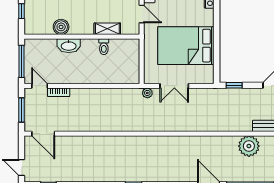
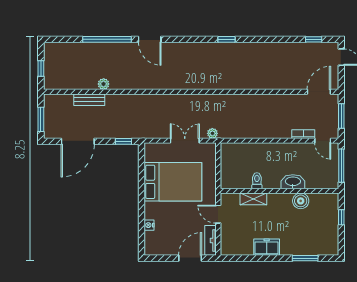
door: (43, 134) -> (319, 92), hinge flipped
plant: (249, 146) -> (104, 84), width x0.53, depth x0.53

